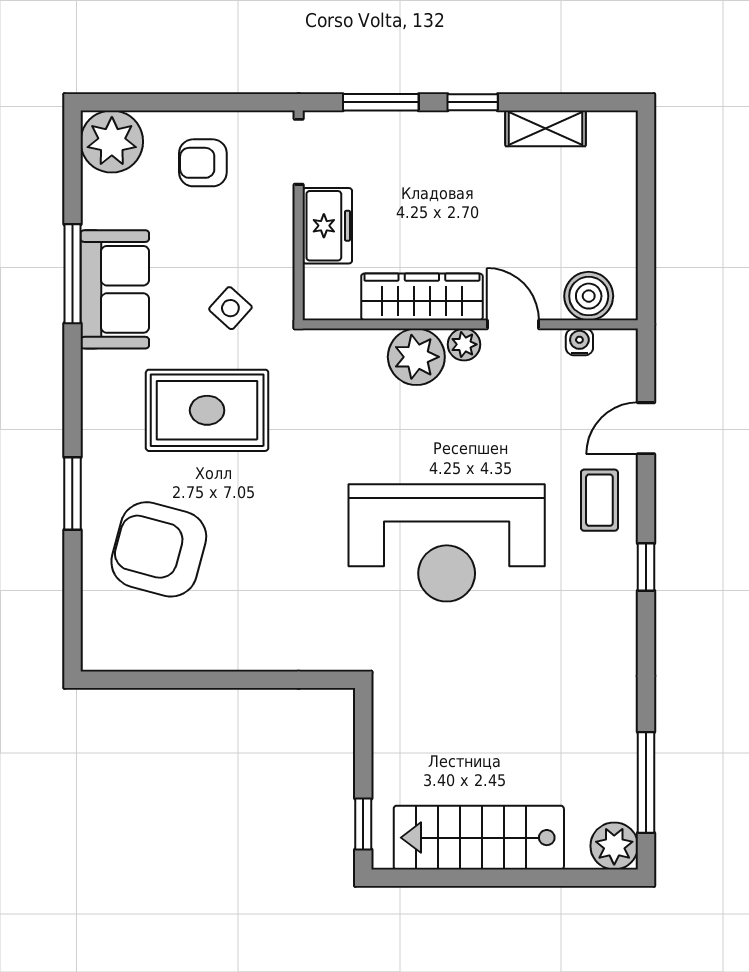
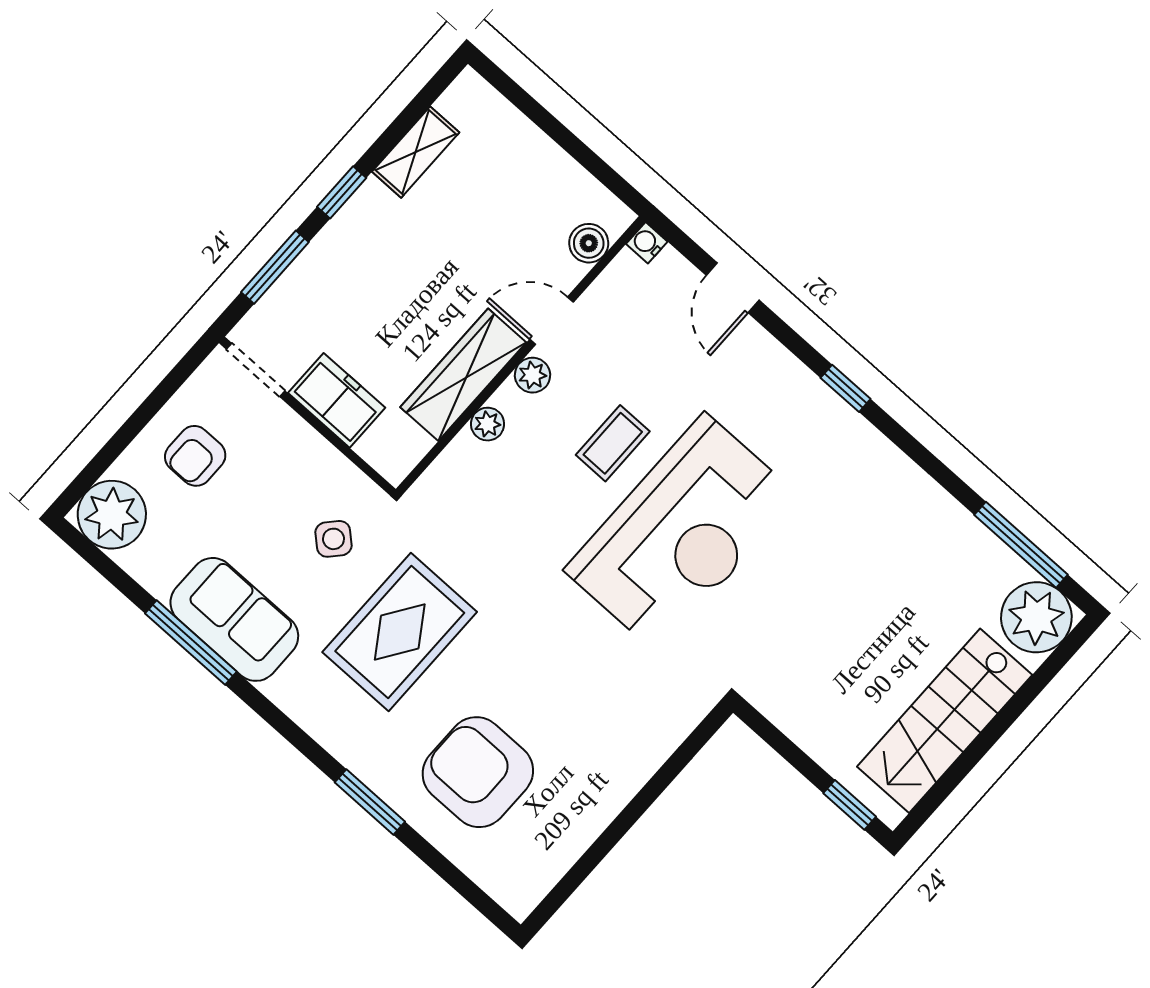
boiler: (589, 296) -> (589, 243), width x0.73, depth x0.73
water cooler: (579, 342) -> (647, 243), moved
plant: (416, 357) -> (488, 424), width x0.53, depth x0.53
coffee table: (599, 500) -> (613, 443), moved, turned 90
armchair: (159, 549) -> (478, 772), turned 75
plant: (614, 846) -> (1036, 617), width x1.36, depth x1.36

